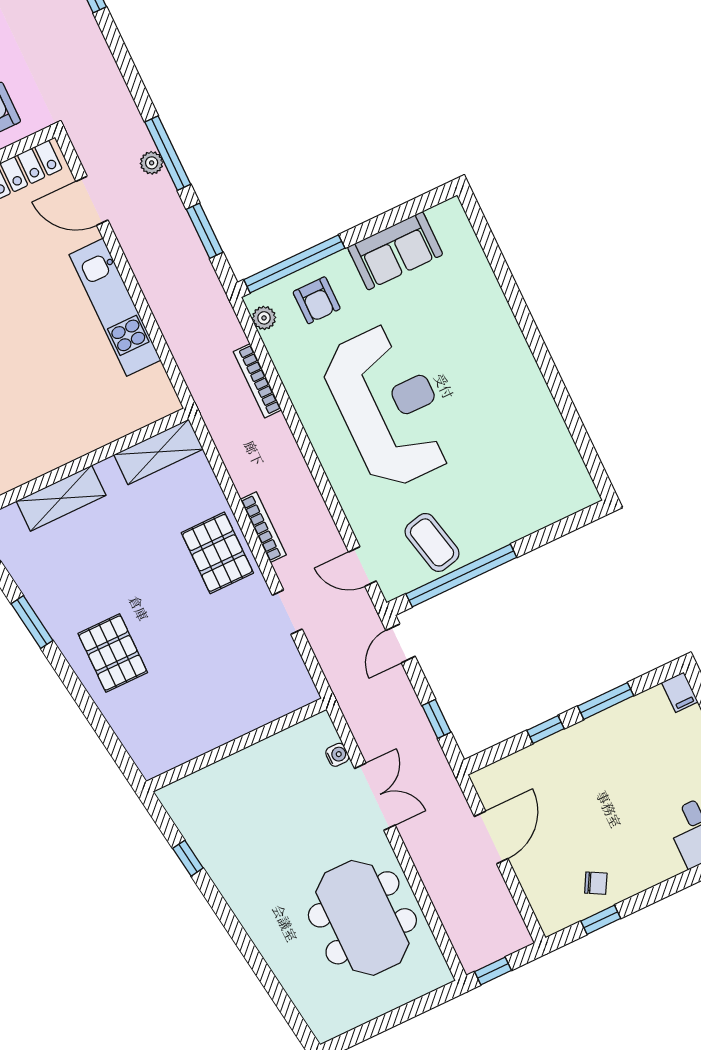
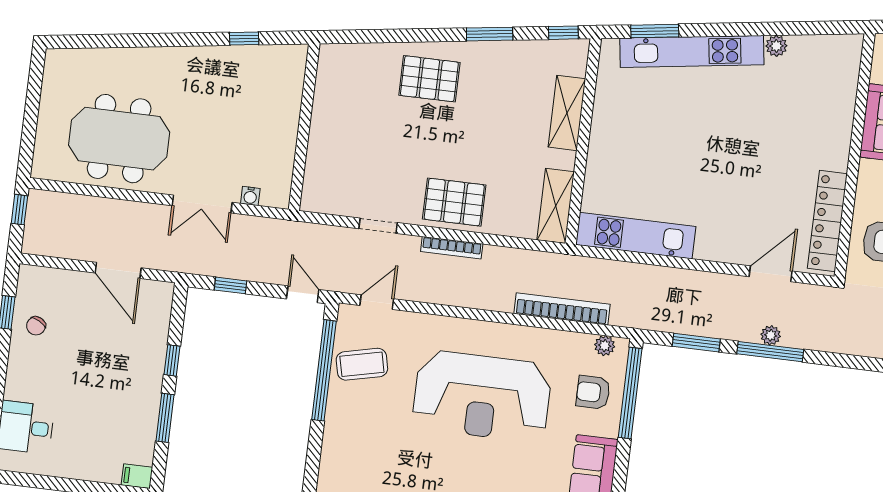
kitchen unit: (115, 307) -> (636, 236), moved
bookcase: (257, 381) -> (562, 309), width x1.48, depth x1.31

